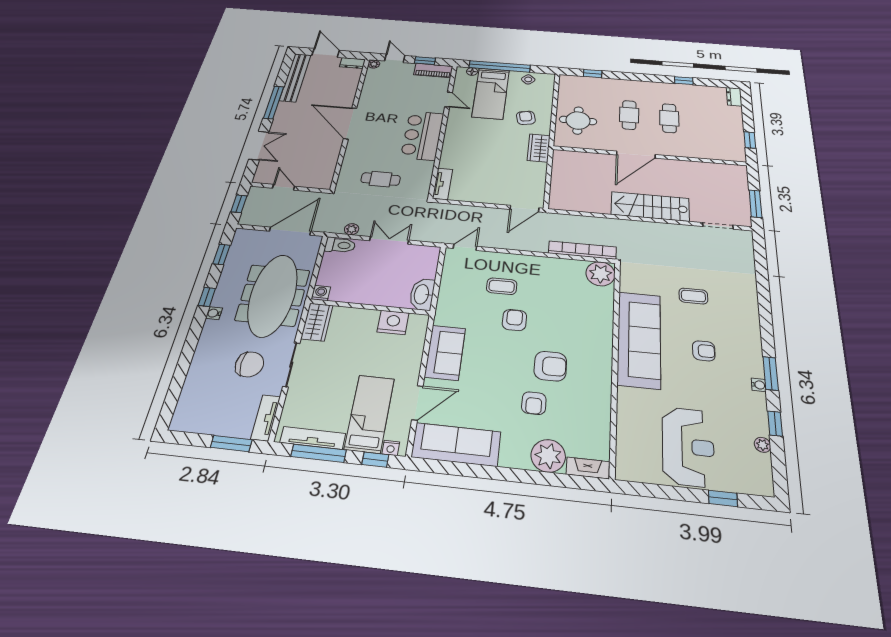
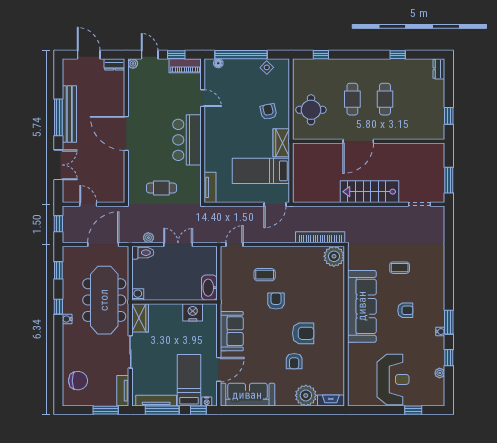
bench: (295, 77) -> (69, 114), moved
bed: (491, 93) -> (261, 171), moved, turned 90
chair: (249, 364) -> (78, 381), moved

